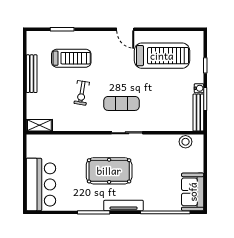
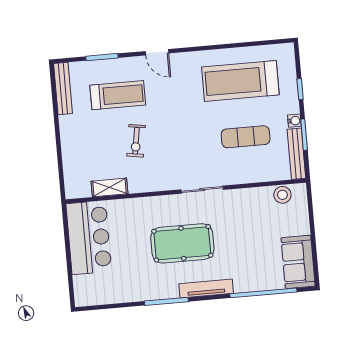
door: (125, 29) -> (157, 52), moved
treadmill: (162, 56) -> (240, 81), turned 180
bench: (32, 74) -> (63, 89), moved
exercise mat: (121, 103) -> (246, 137), moved
shelving: (39, 125) -> (109, 187), moved
bar counter: (41, 184) -> (89, 238), moved

